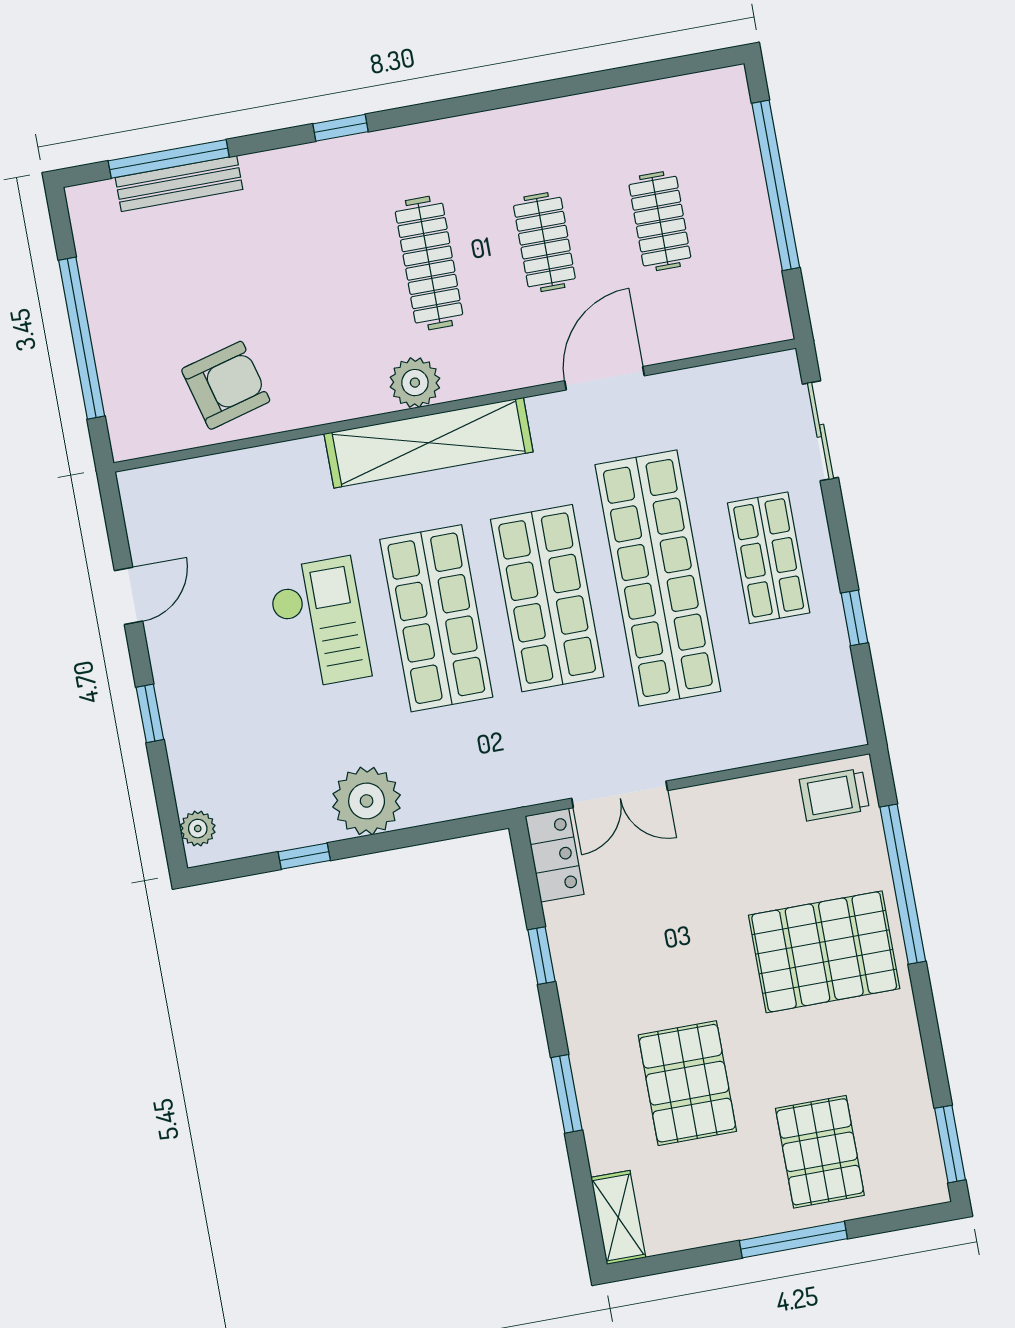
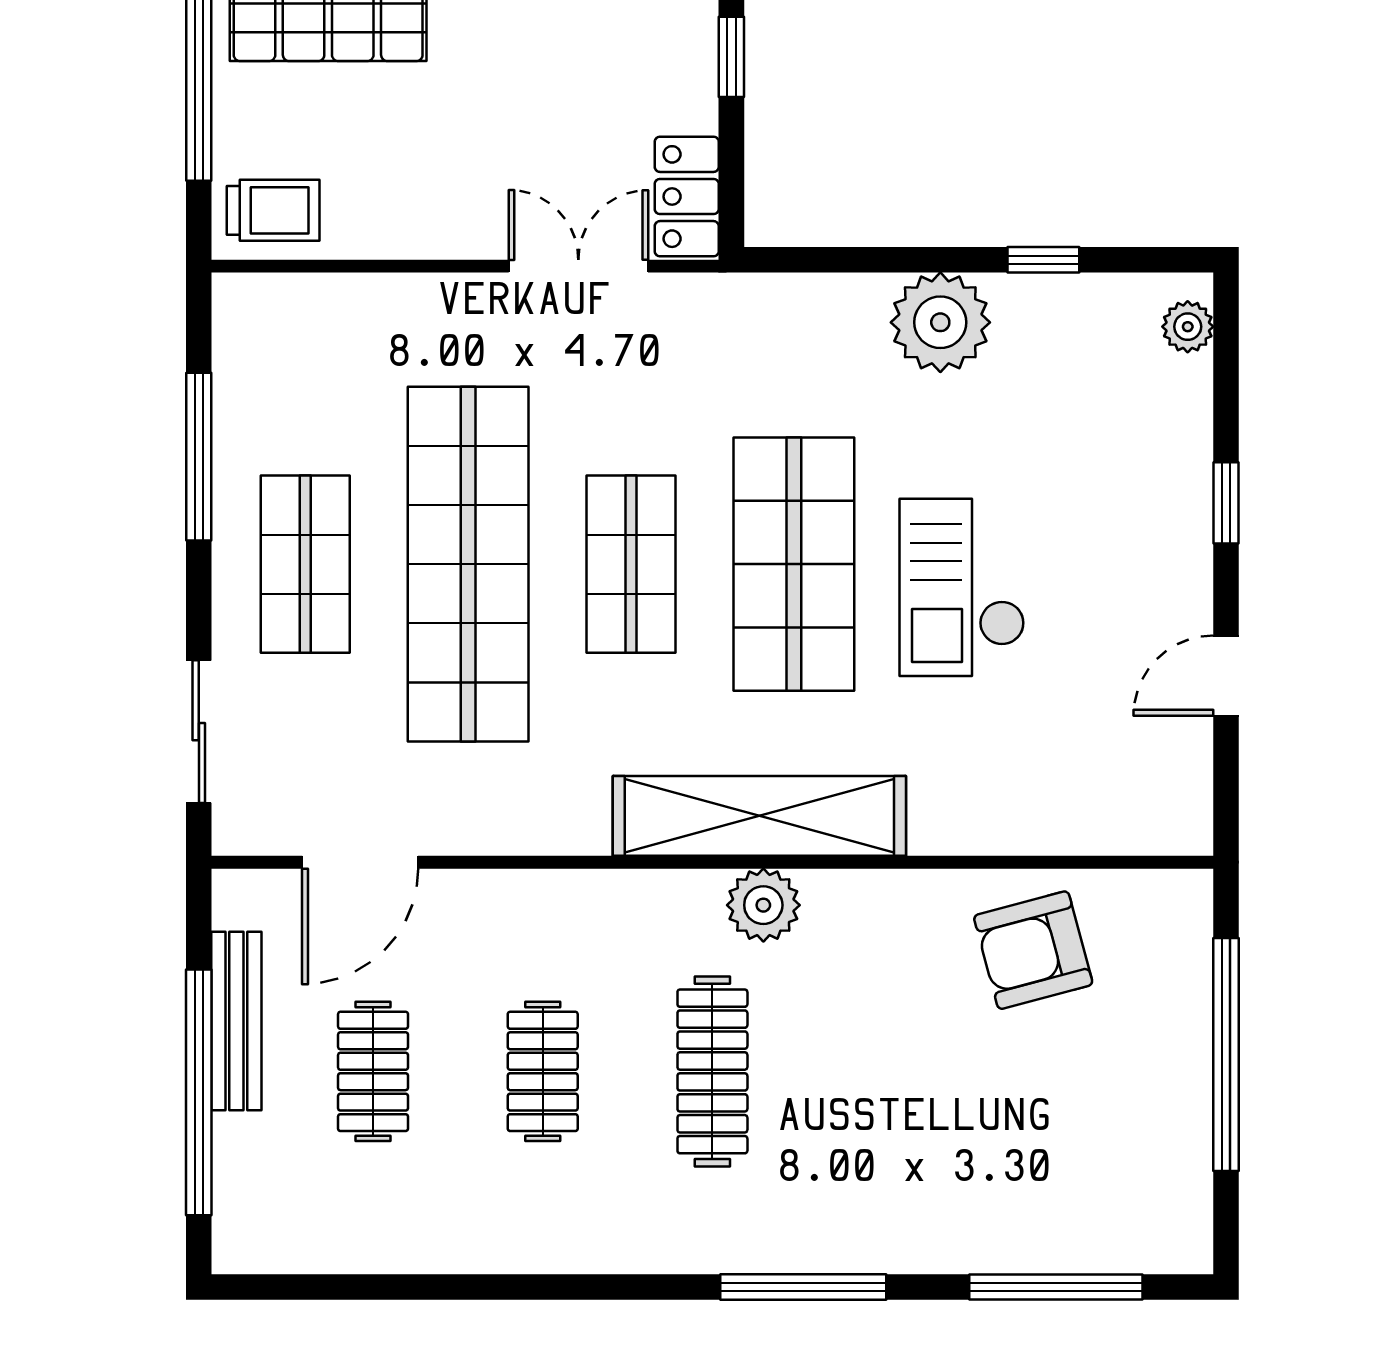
window: (340, 128) -> (803, 1287), width x2.17
bench: (179, 183) -> (236, 1021), moved, turned 90
door: (605, 378) -> (360, 862), moved
shop shelf: (547, 598) -> (631, 564), width x0.70, depth x0.74
window: (854, 618) -> (199, 457), width x2.17

